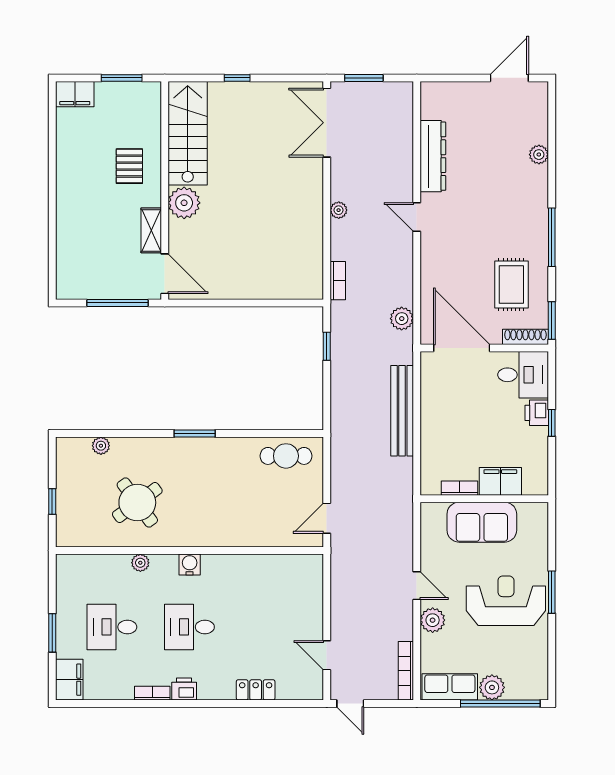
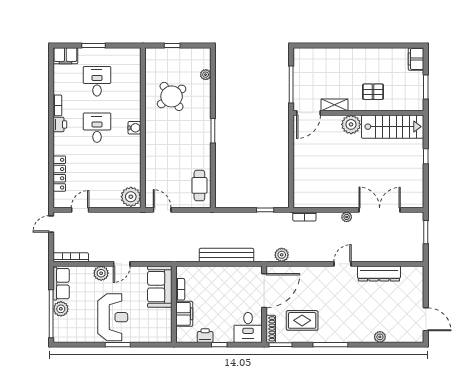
double door: (327, 123) -> (380, 210), moved
printer: (537, 413) -> (205, 336), moved
sofa: (482, 522) -> (160, 287), moved
plant: (140, 563) -> (131, 197), moved, width x1.88, depth x1.88
locker: (256, 690) -> (59, 174), width x1.53

